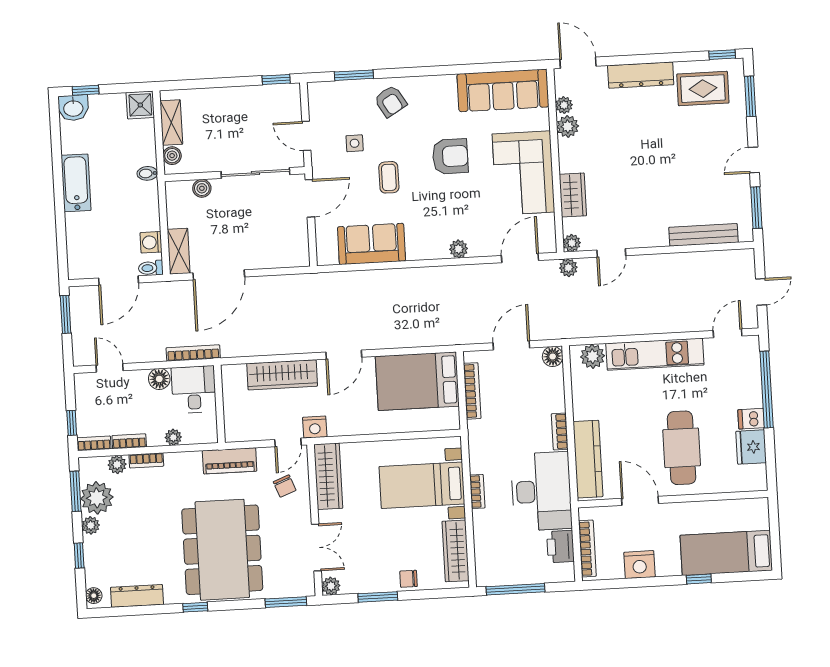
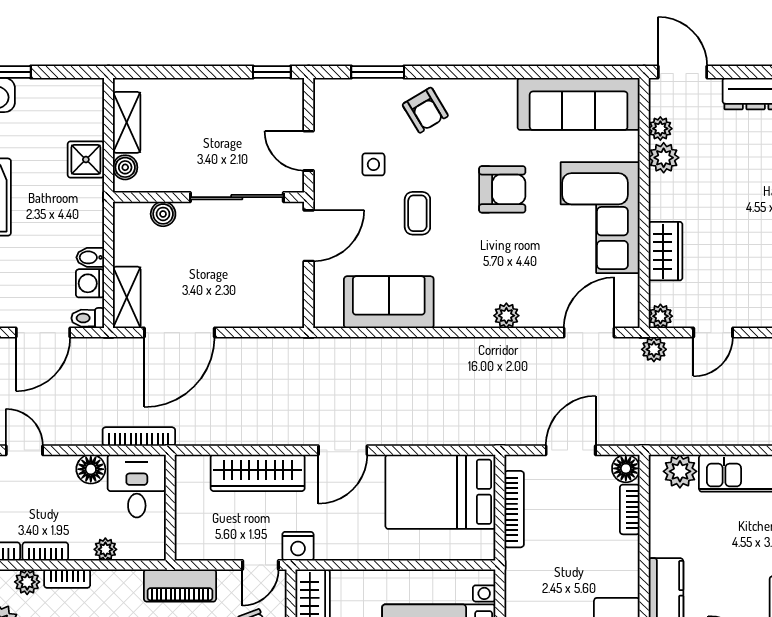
shower: (140, 105) -> (86, 160), moved
bidet: (147, 173) -> (90, 257), moved
bookcase: (560, 431) -> (630, 509), moved

